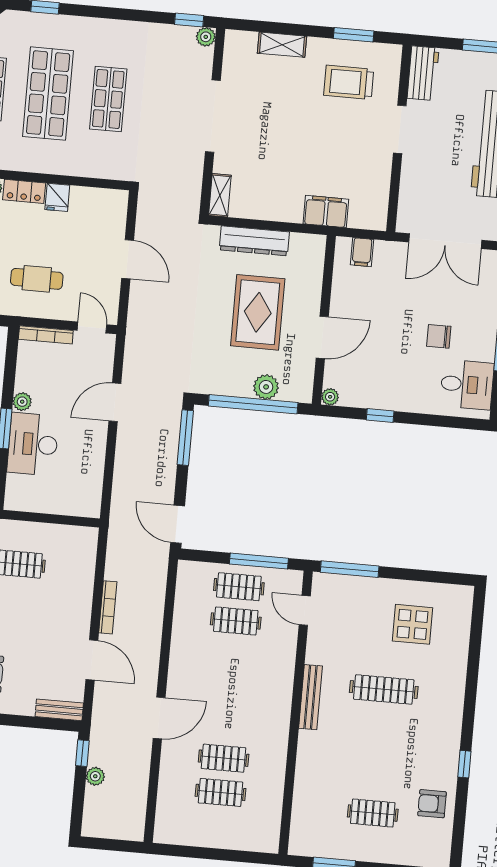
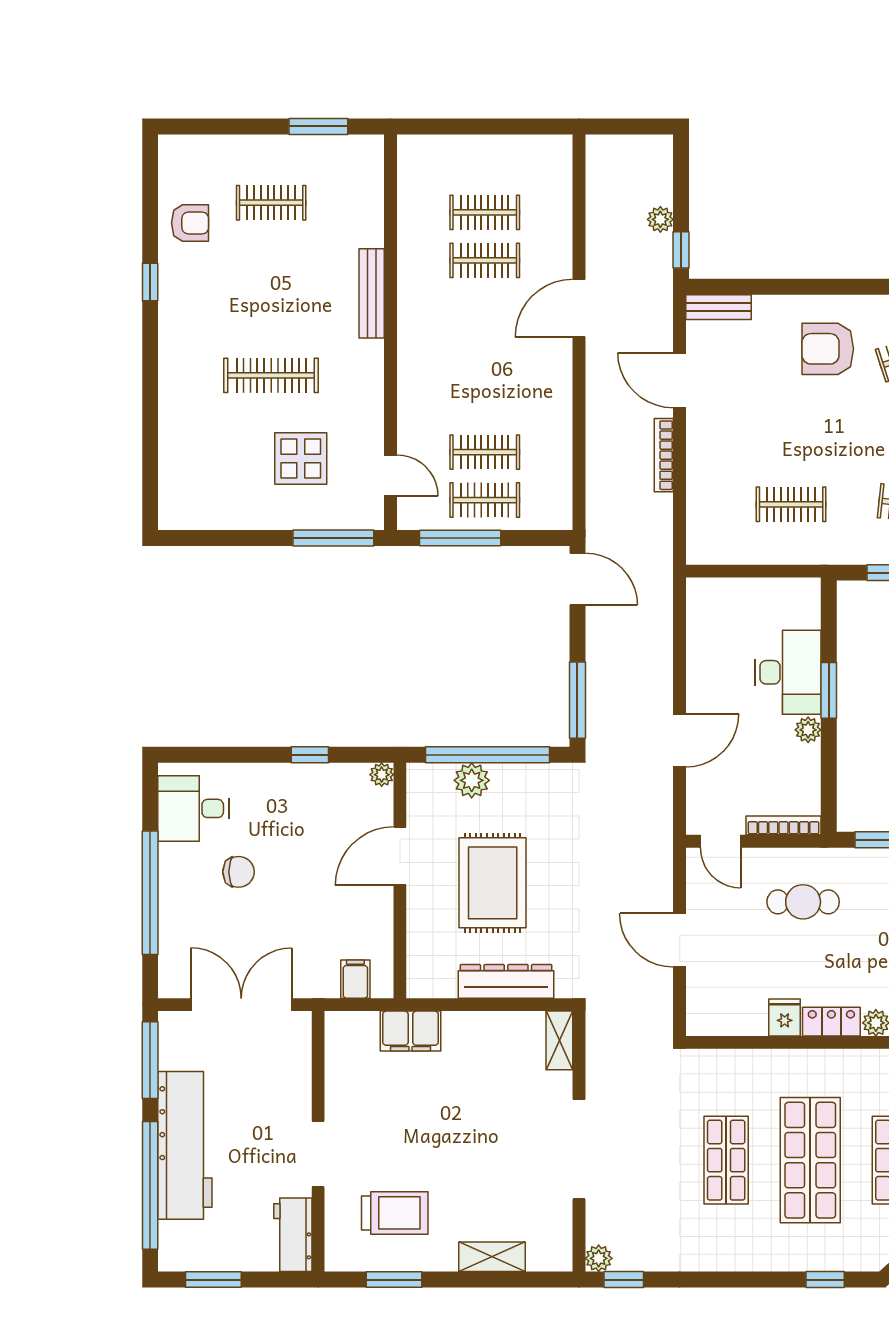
display table: (412, 624) -> (301, 458), moved
bench: (311, 697) -> (372, 293), moved

